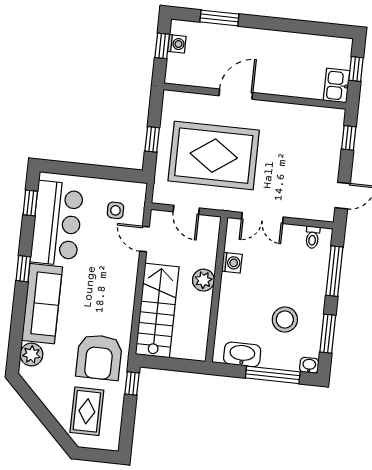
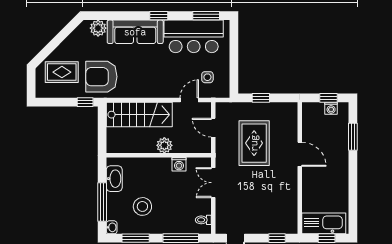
kitchen sink: (337, 86) -> (324, 223), width x1.87, depth x1.24
rug: (214, 156) -> (254, 143), width x0.73, depth x0.69
window: (30, 203) -> (206, 16), width x1.50
door: (186, 210) -> (213, 128), hinge flipped

